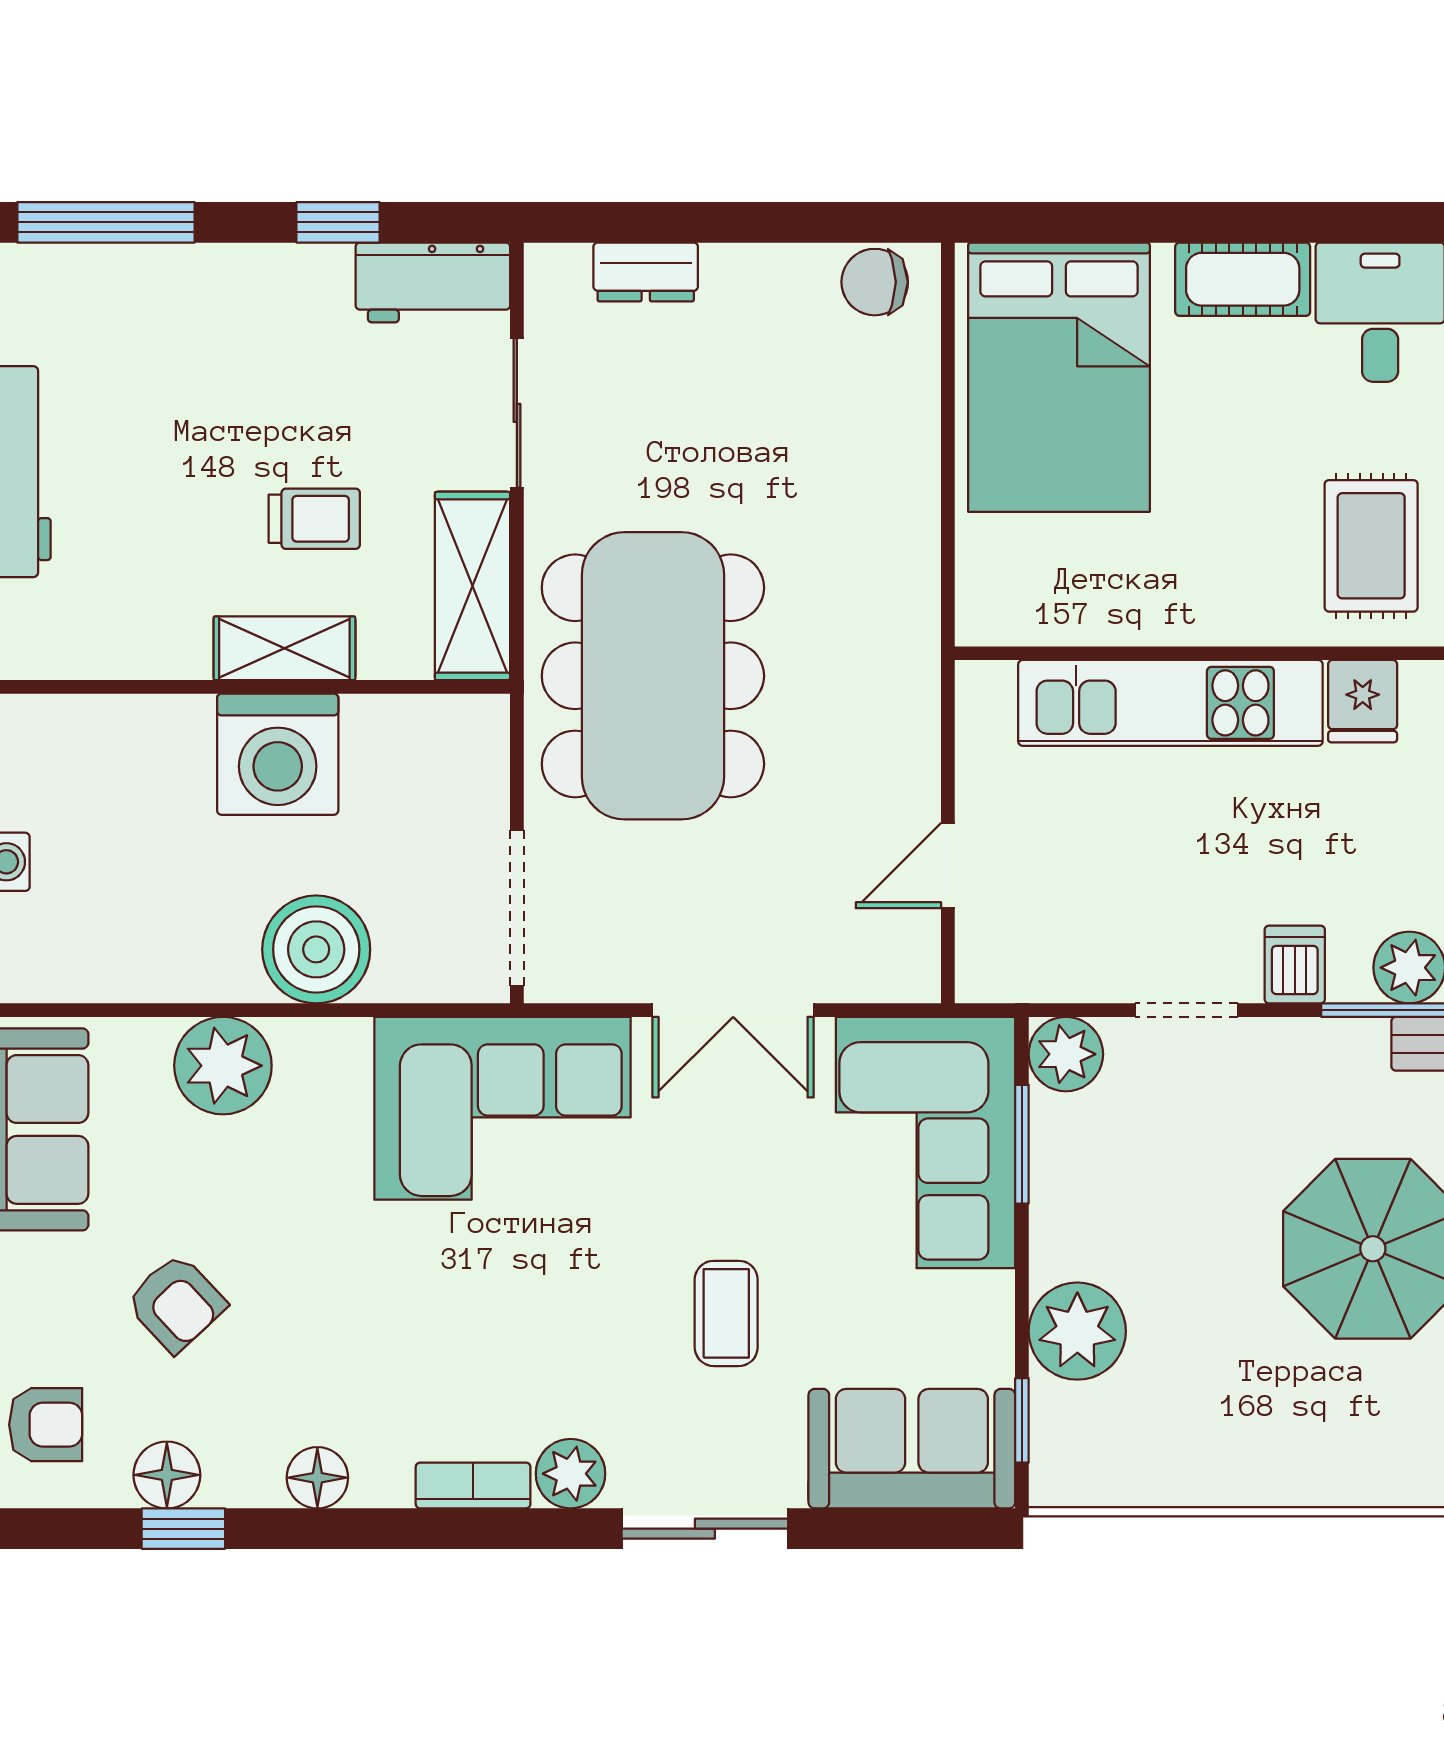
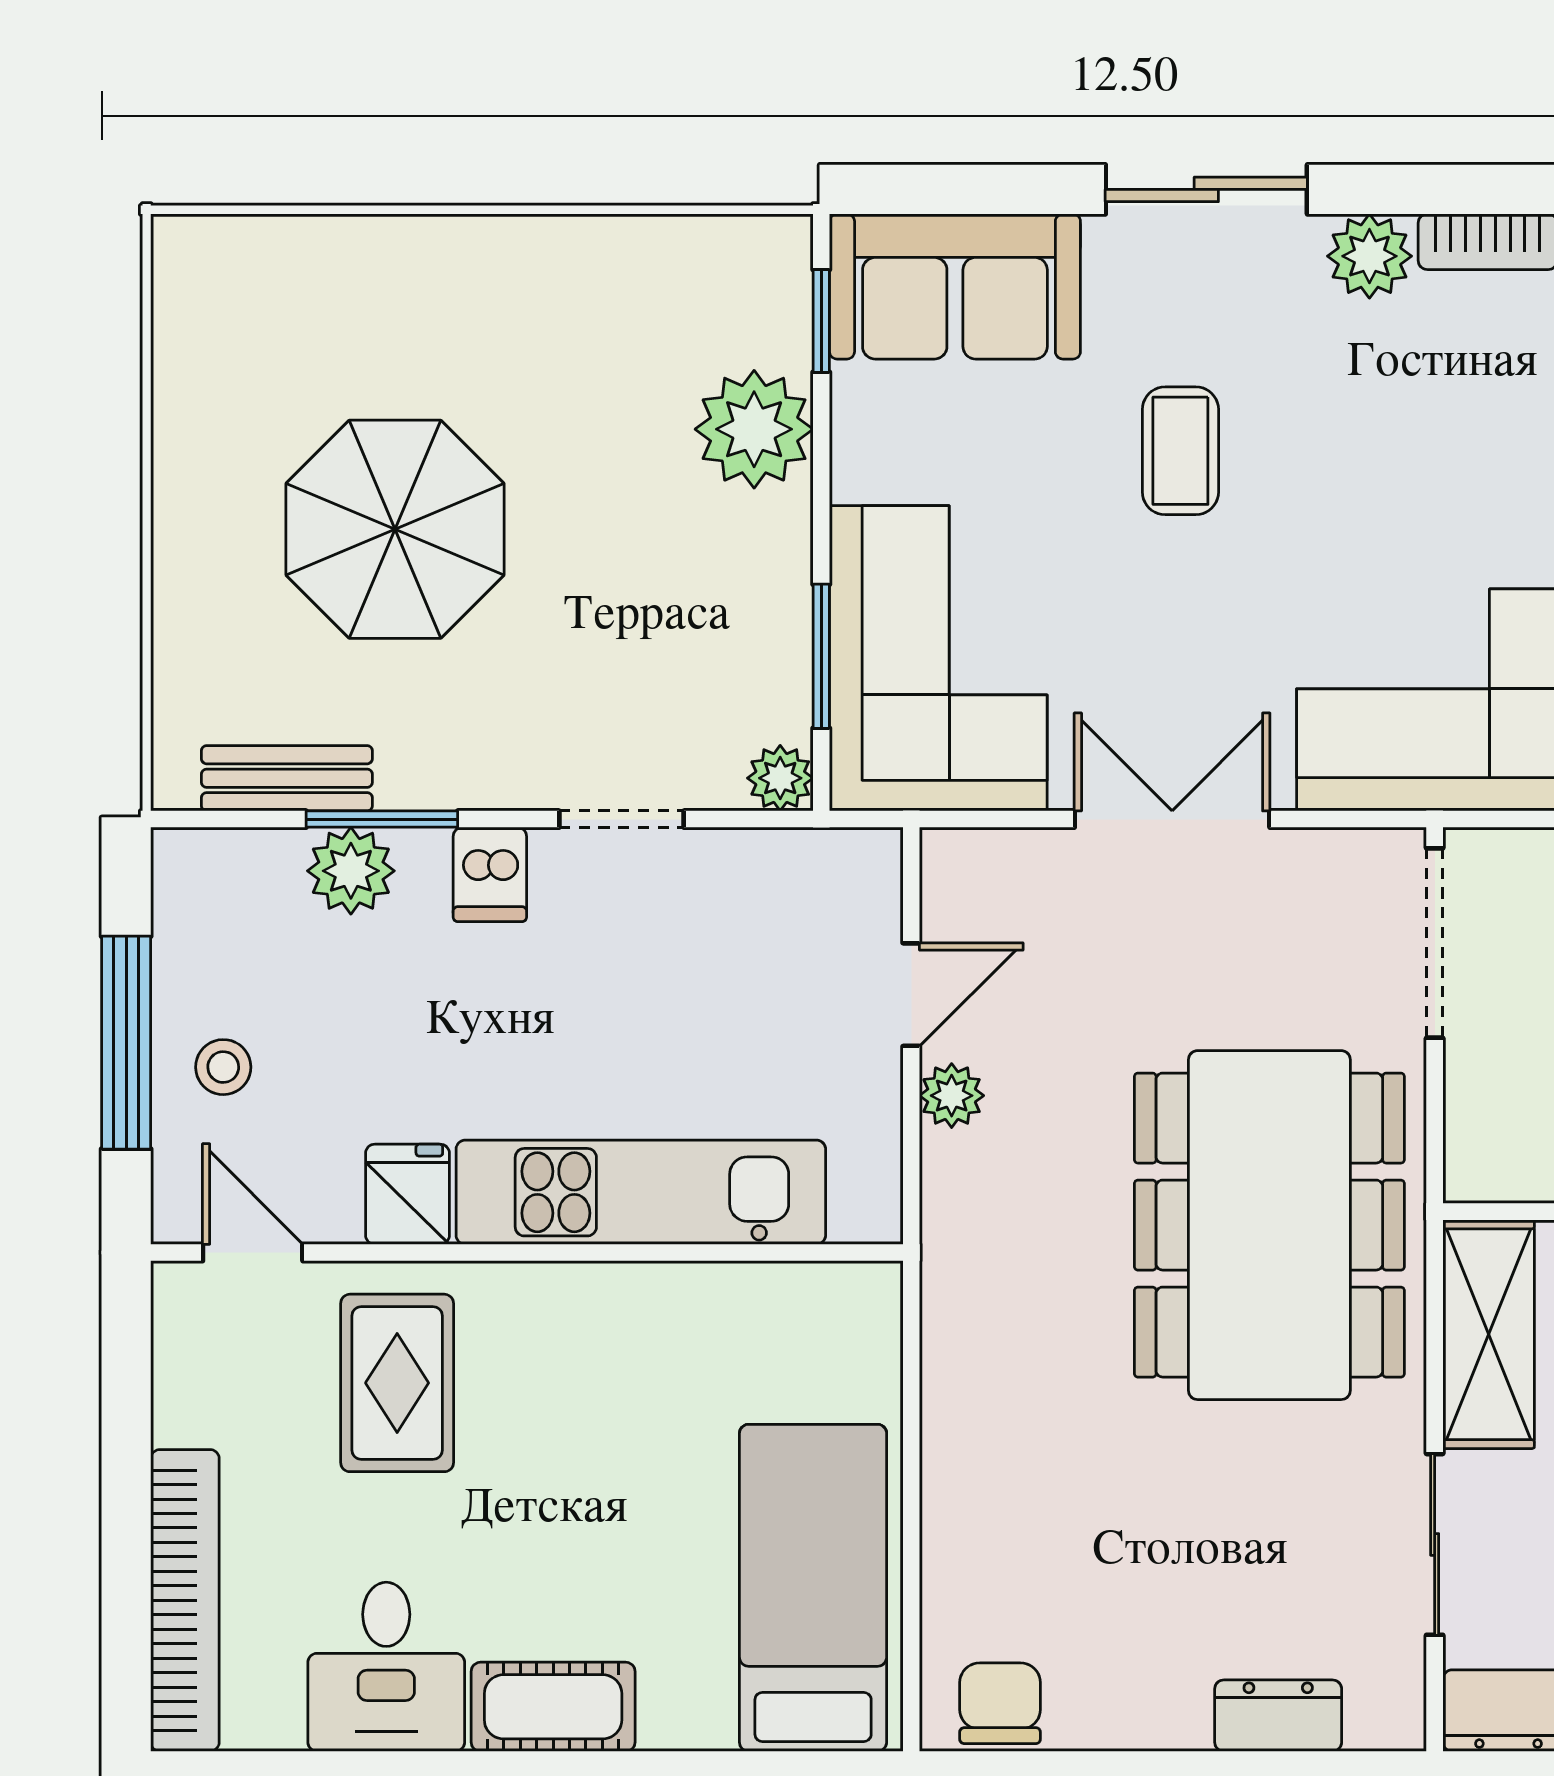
chair: (875, 282) -> (1000, 1703), turned -90
bed: (1059, 377) -> (813, 1588), width x0.67
plant: (915, 782) -> (952, 1096), added
plant: (1066, 1054) -> (780, 778), width x0.73, depth x0.73

